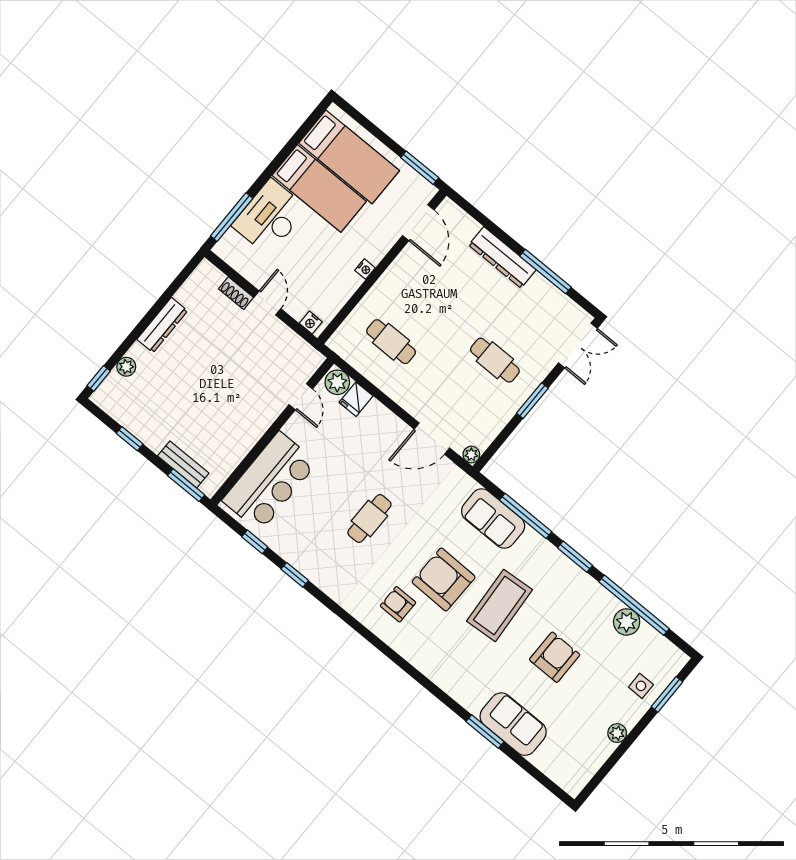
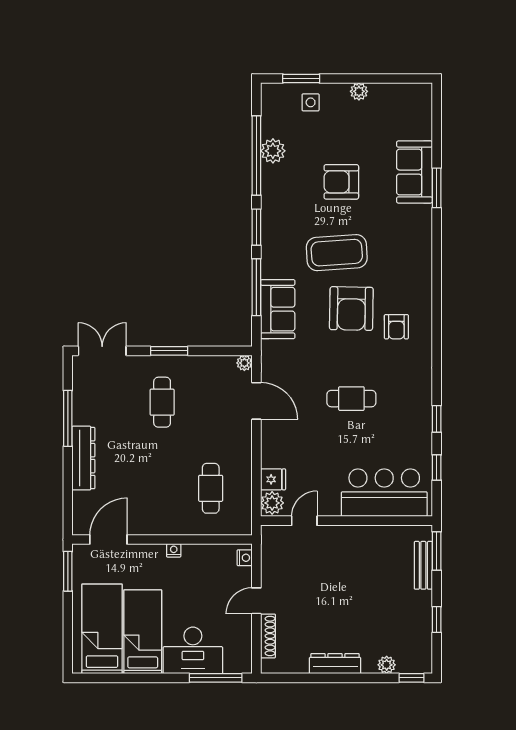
shoe rack: (236, 293) -> (268, 636), width x1.43

